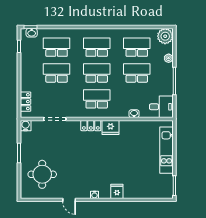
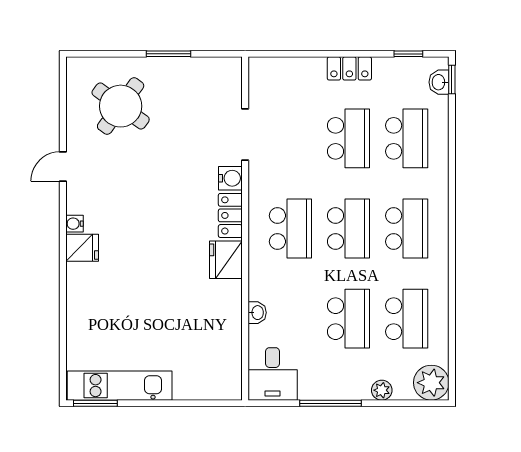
locker: (25, 102) -> (349, 68), moved
water cooler: (26, 126) -> (230, 178), moved
kitchen unit: (166, 150) -> (120, 386), moved
round table: (42, 174) -> (121, 106), turned 36
fridge: (117, 191) -> (82, 248), moved

